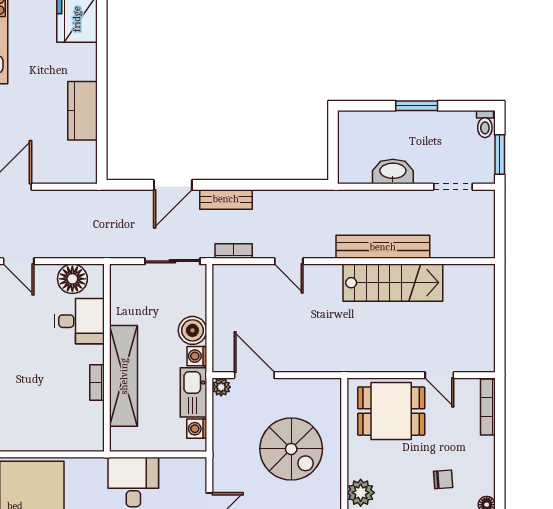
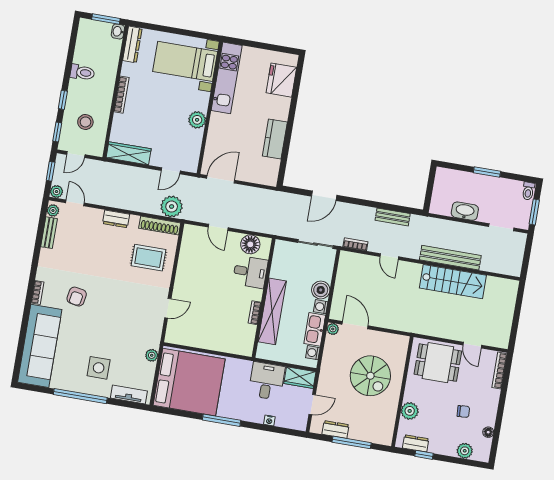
bench: (226, 199) -> (393, 217), moved
wardrobe: (183, 470) -> (300, 378), added

